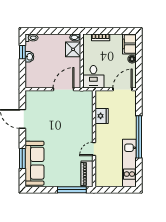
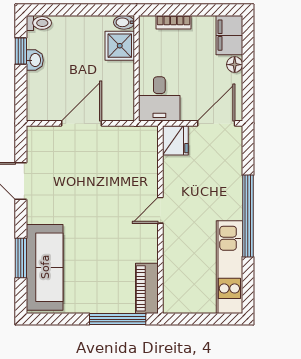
door: (64, 89) -> (81, 123), moved
fridge: (102, 116) -> (175, 140), moved
door: (94, 149) -> (160, 210), moved

